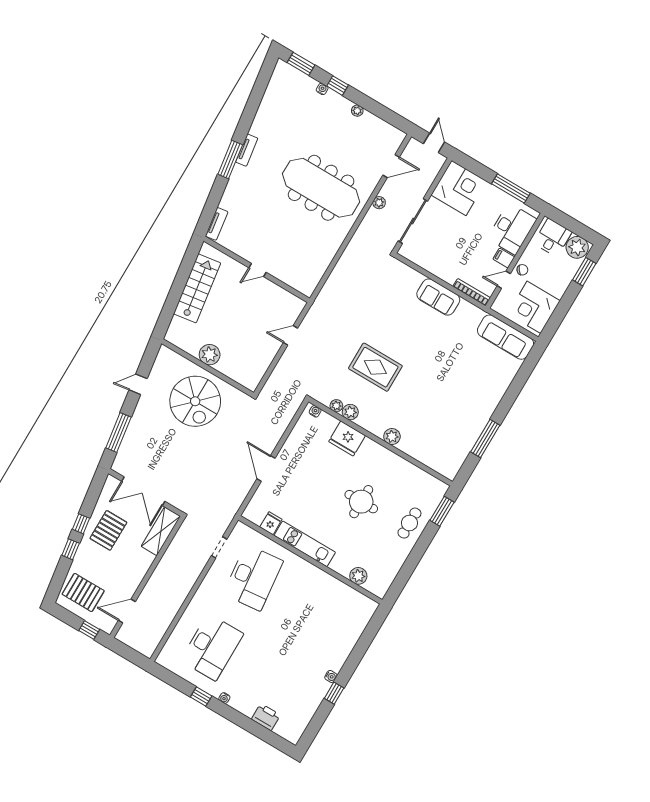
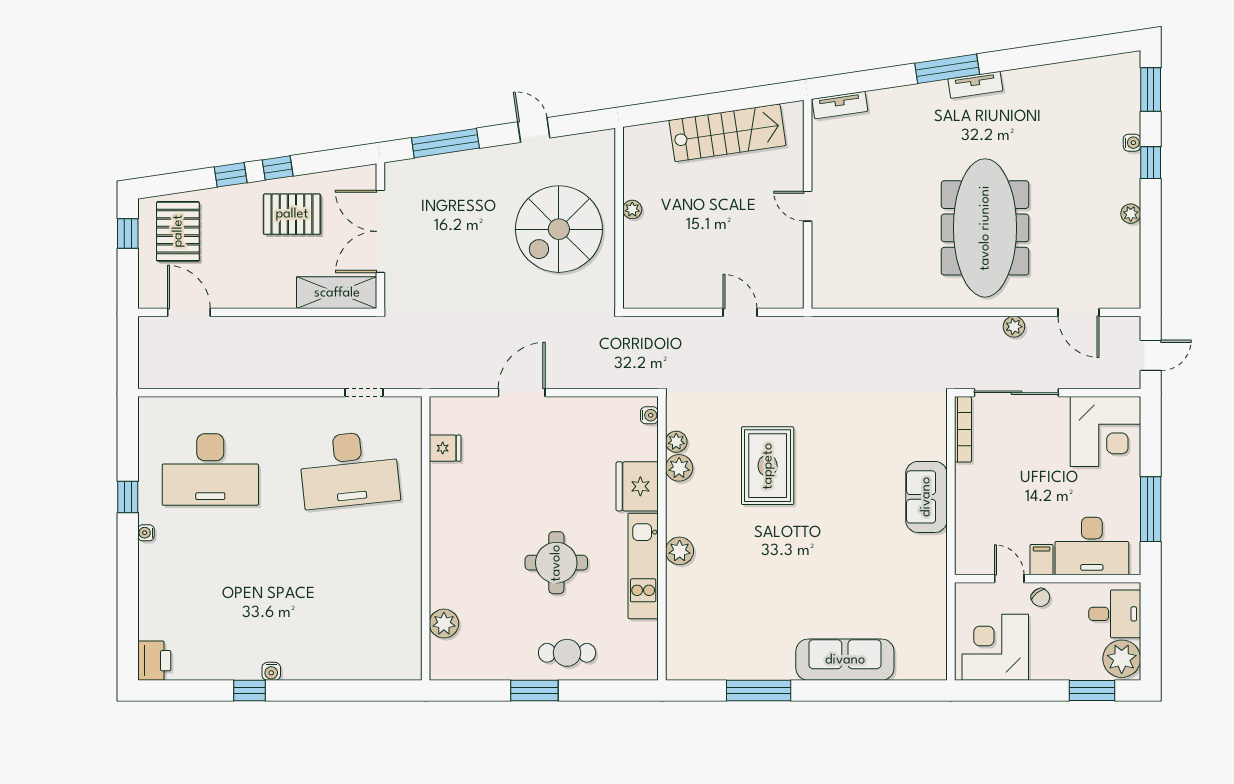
bookcase: (472, 292) -> (963, 429), moved
sofa: (506, 337) -> (845, 660), moved, turned 90
plant: (210, 355) -> (632, 209), width x0.53, depth x0.53
window: (442, 511) -> (534, 691), moved
kitchen unit: (305, 544) -> (643, 566), moved, turned 180
window: (89, 630) -> (128, 234), moved
printer: (266, 717) -> (154, 661), moved

